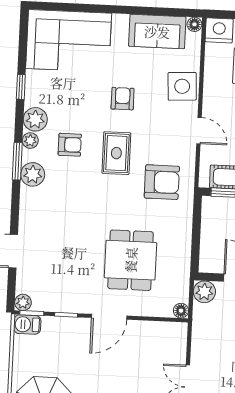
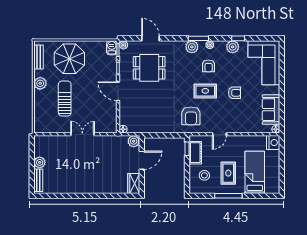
side table: (182, 86) -> (242, 124), removed
plant: (35, 119) -> (233, 47), moved
dining table: (131, 260) -> (149, 68), moved

